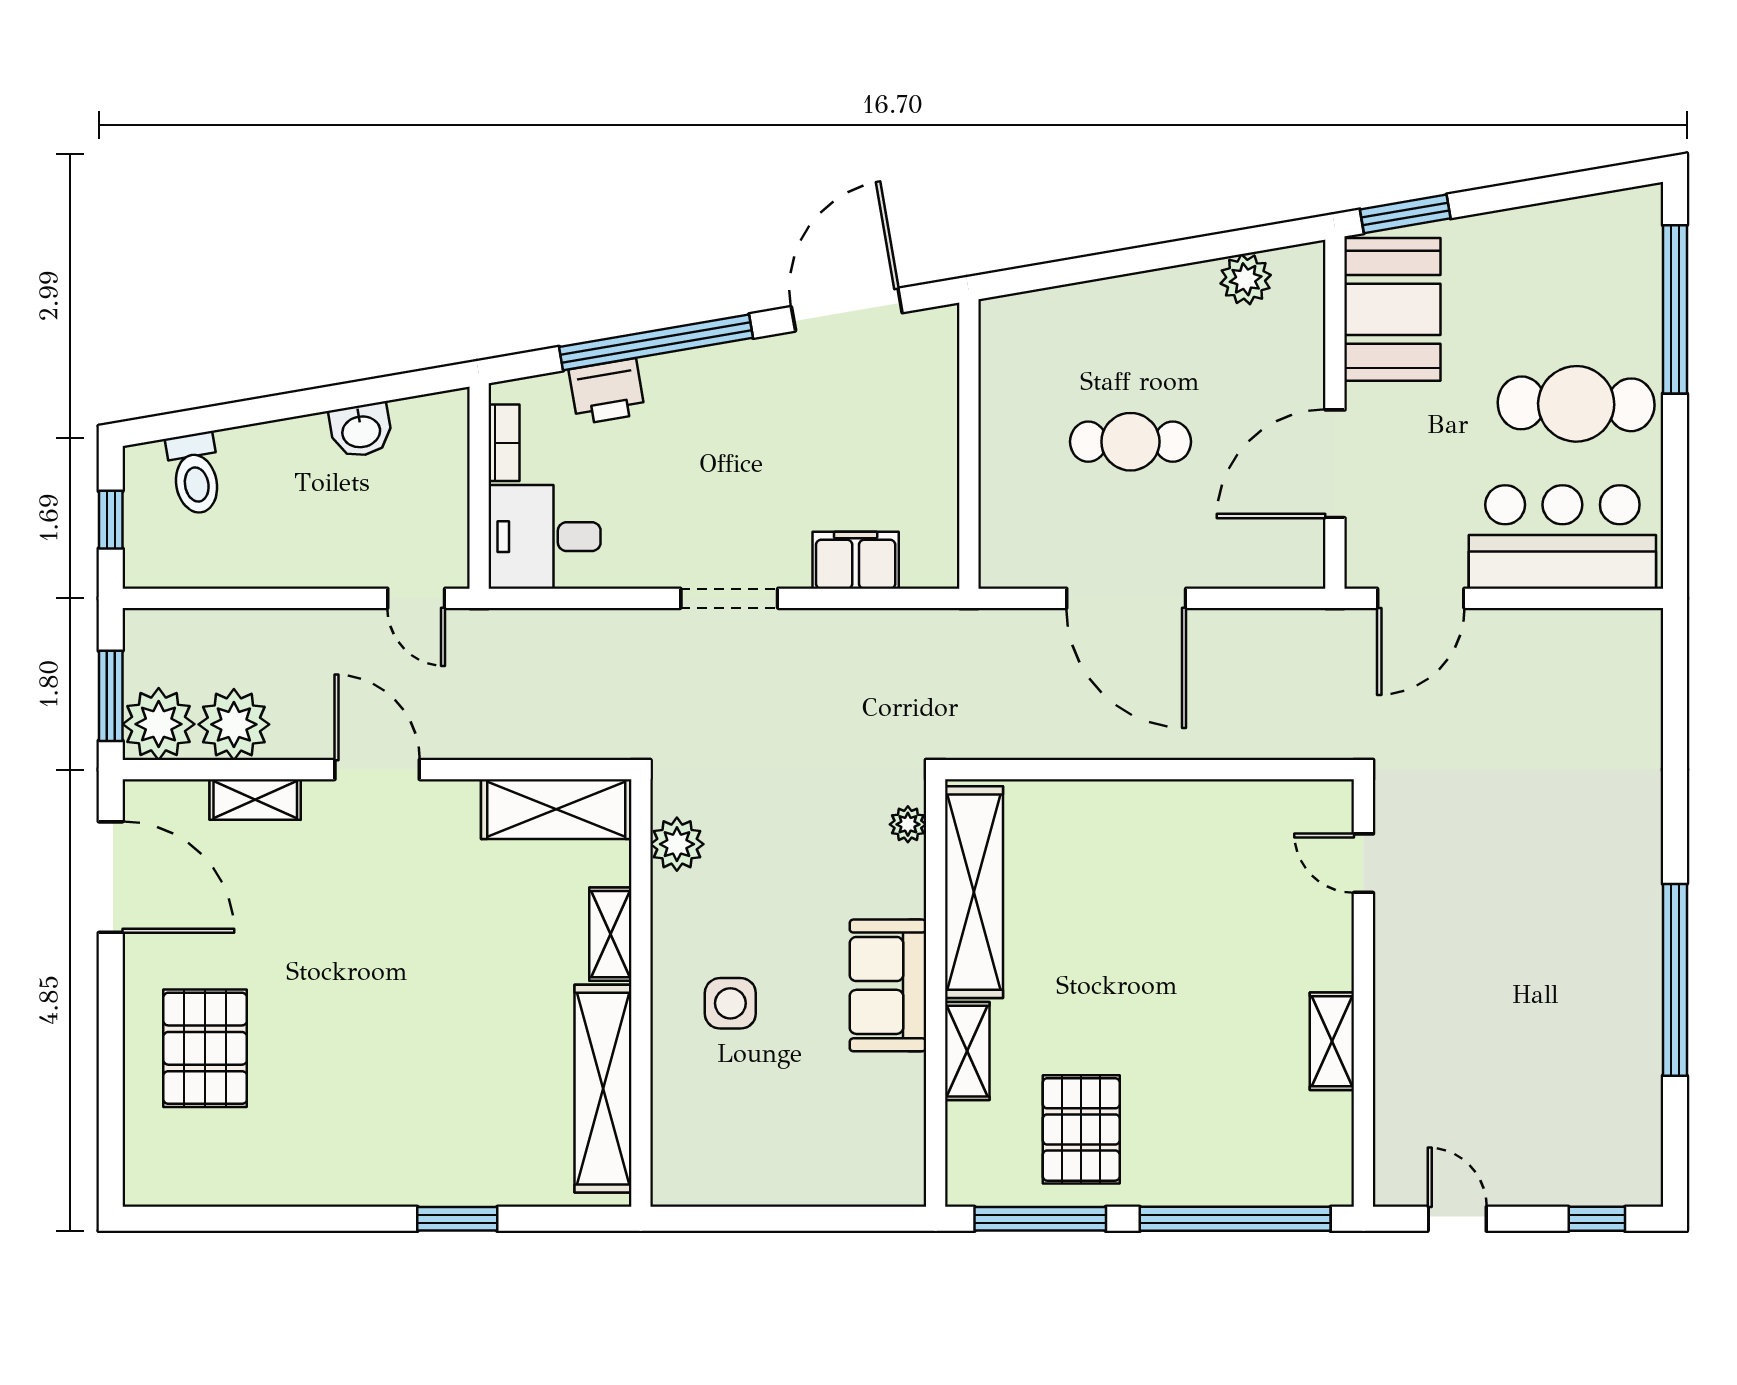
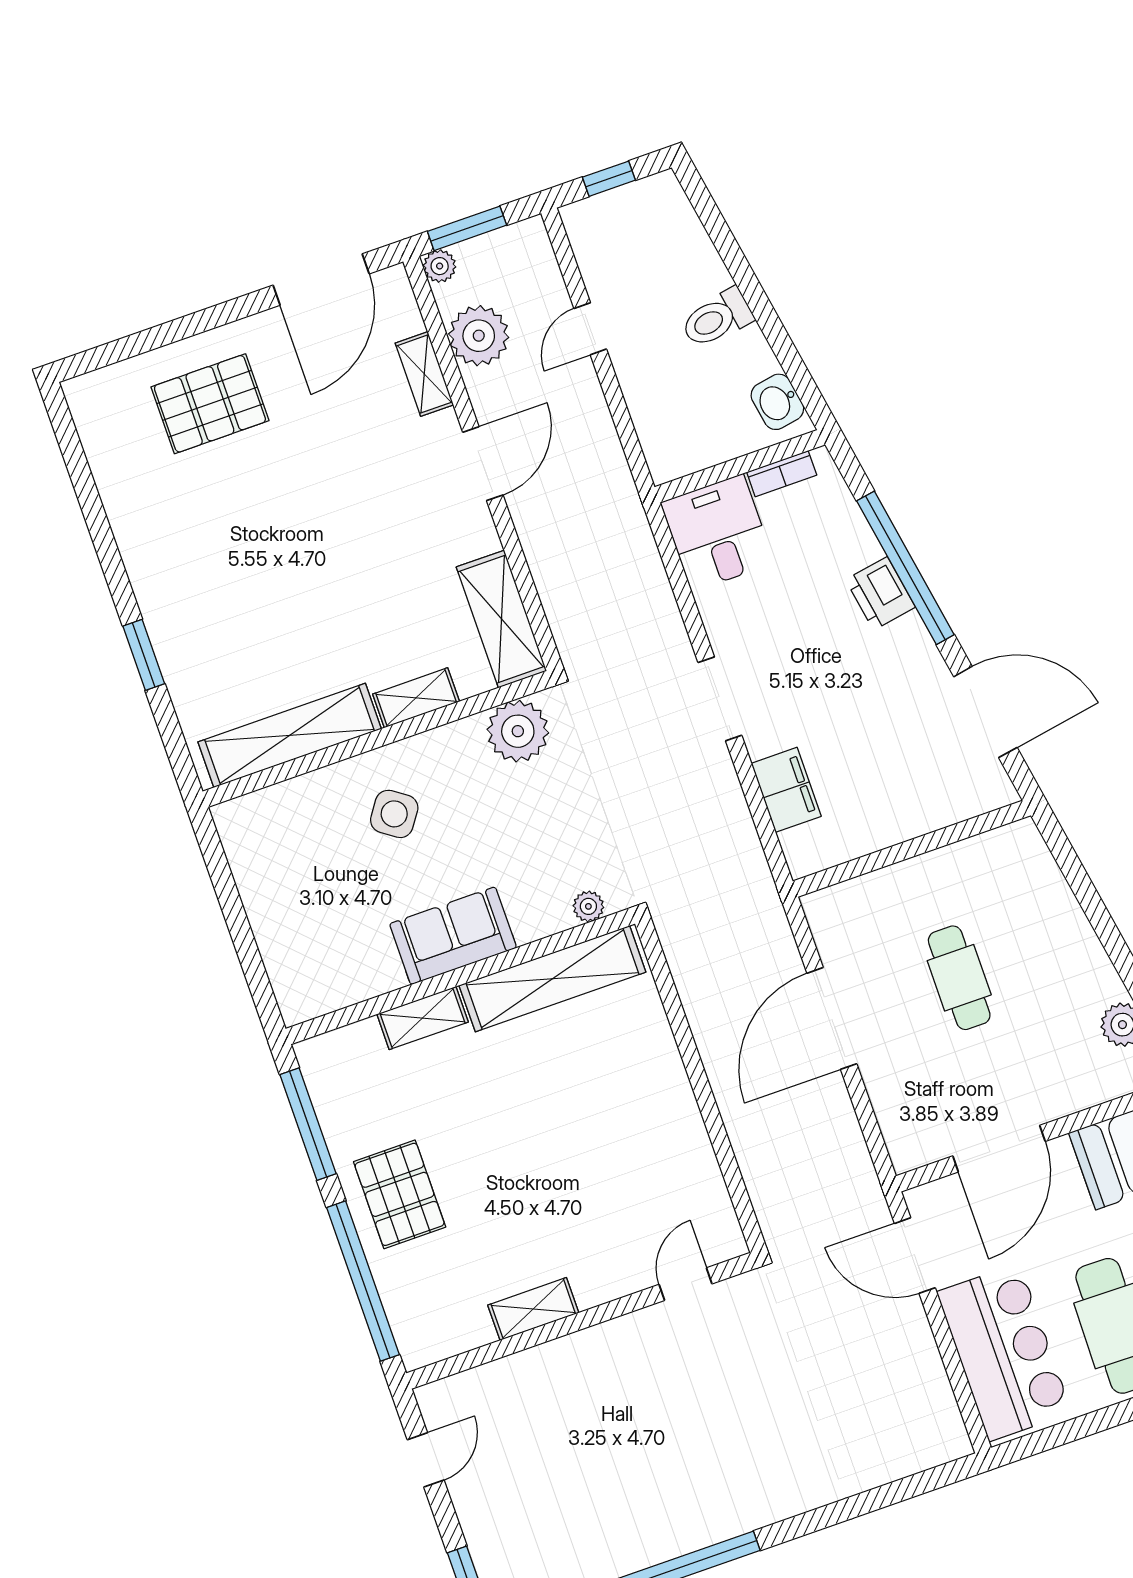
printer: (607, 392) -> (880, 593), moved
washbasin: (361, 430) -> (777, 402), moved
door: (1335, 464) -> (999, 1149), swing flipped
toilet: (195, 474) -> (717, 318), moved
door: (416, 598) -> (590, 329), moved
plant: (159, 724) -> (440, 266), width x0.53, depth x0.53
plant: (677, 844) -> (518, 731), width x1.36, depth x1.36
side table: (730, 1003) -> (394, 814), turned 35
pallet: (1081, 1129) -> (400, 1194), moved, turned 90

